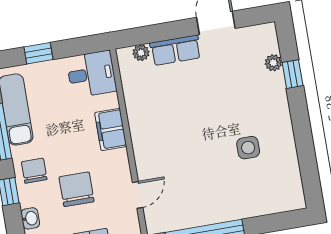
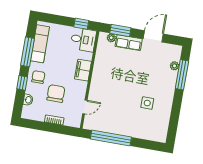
window: (153, 34) -> (120, 31), added
window: (38, 53) -> (81, 24), moved
window: (293, 74) -> (182, 75), width x2.17

